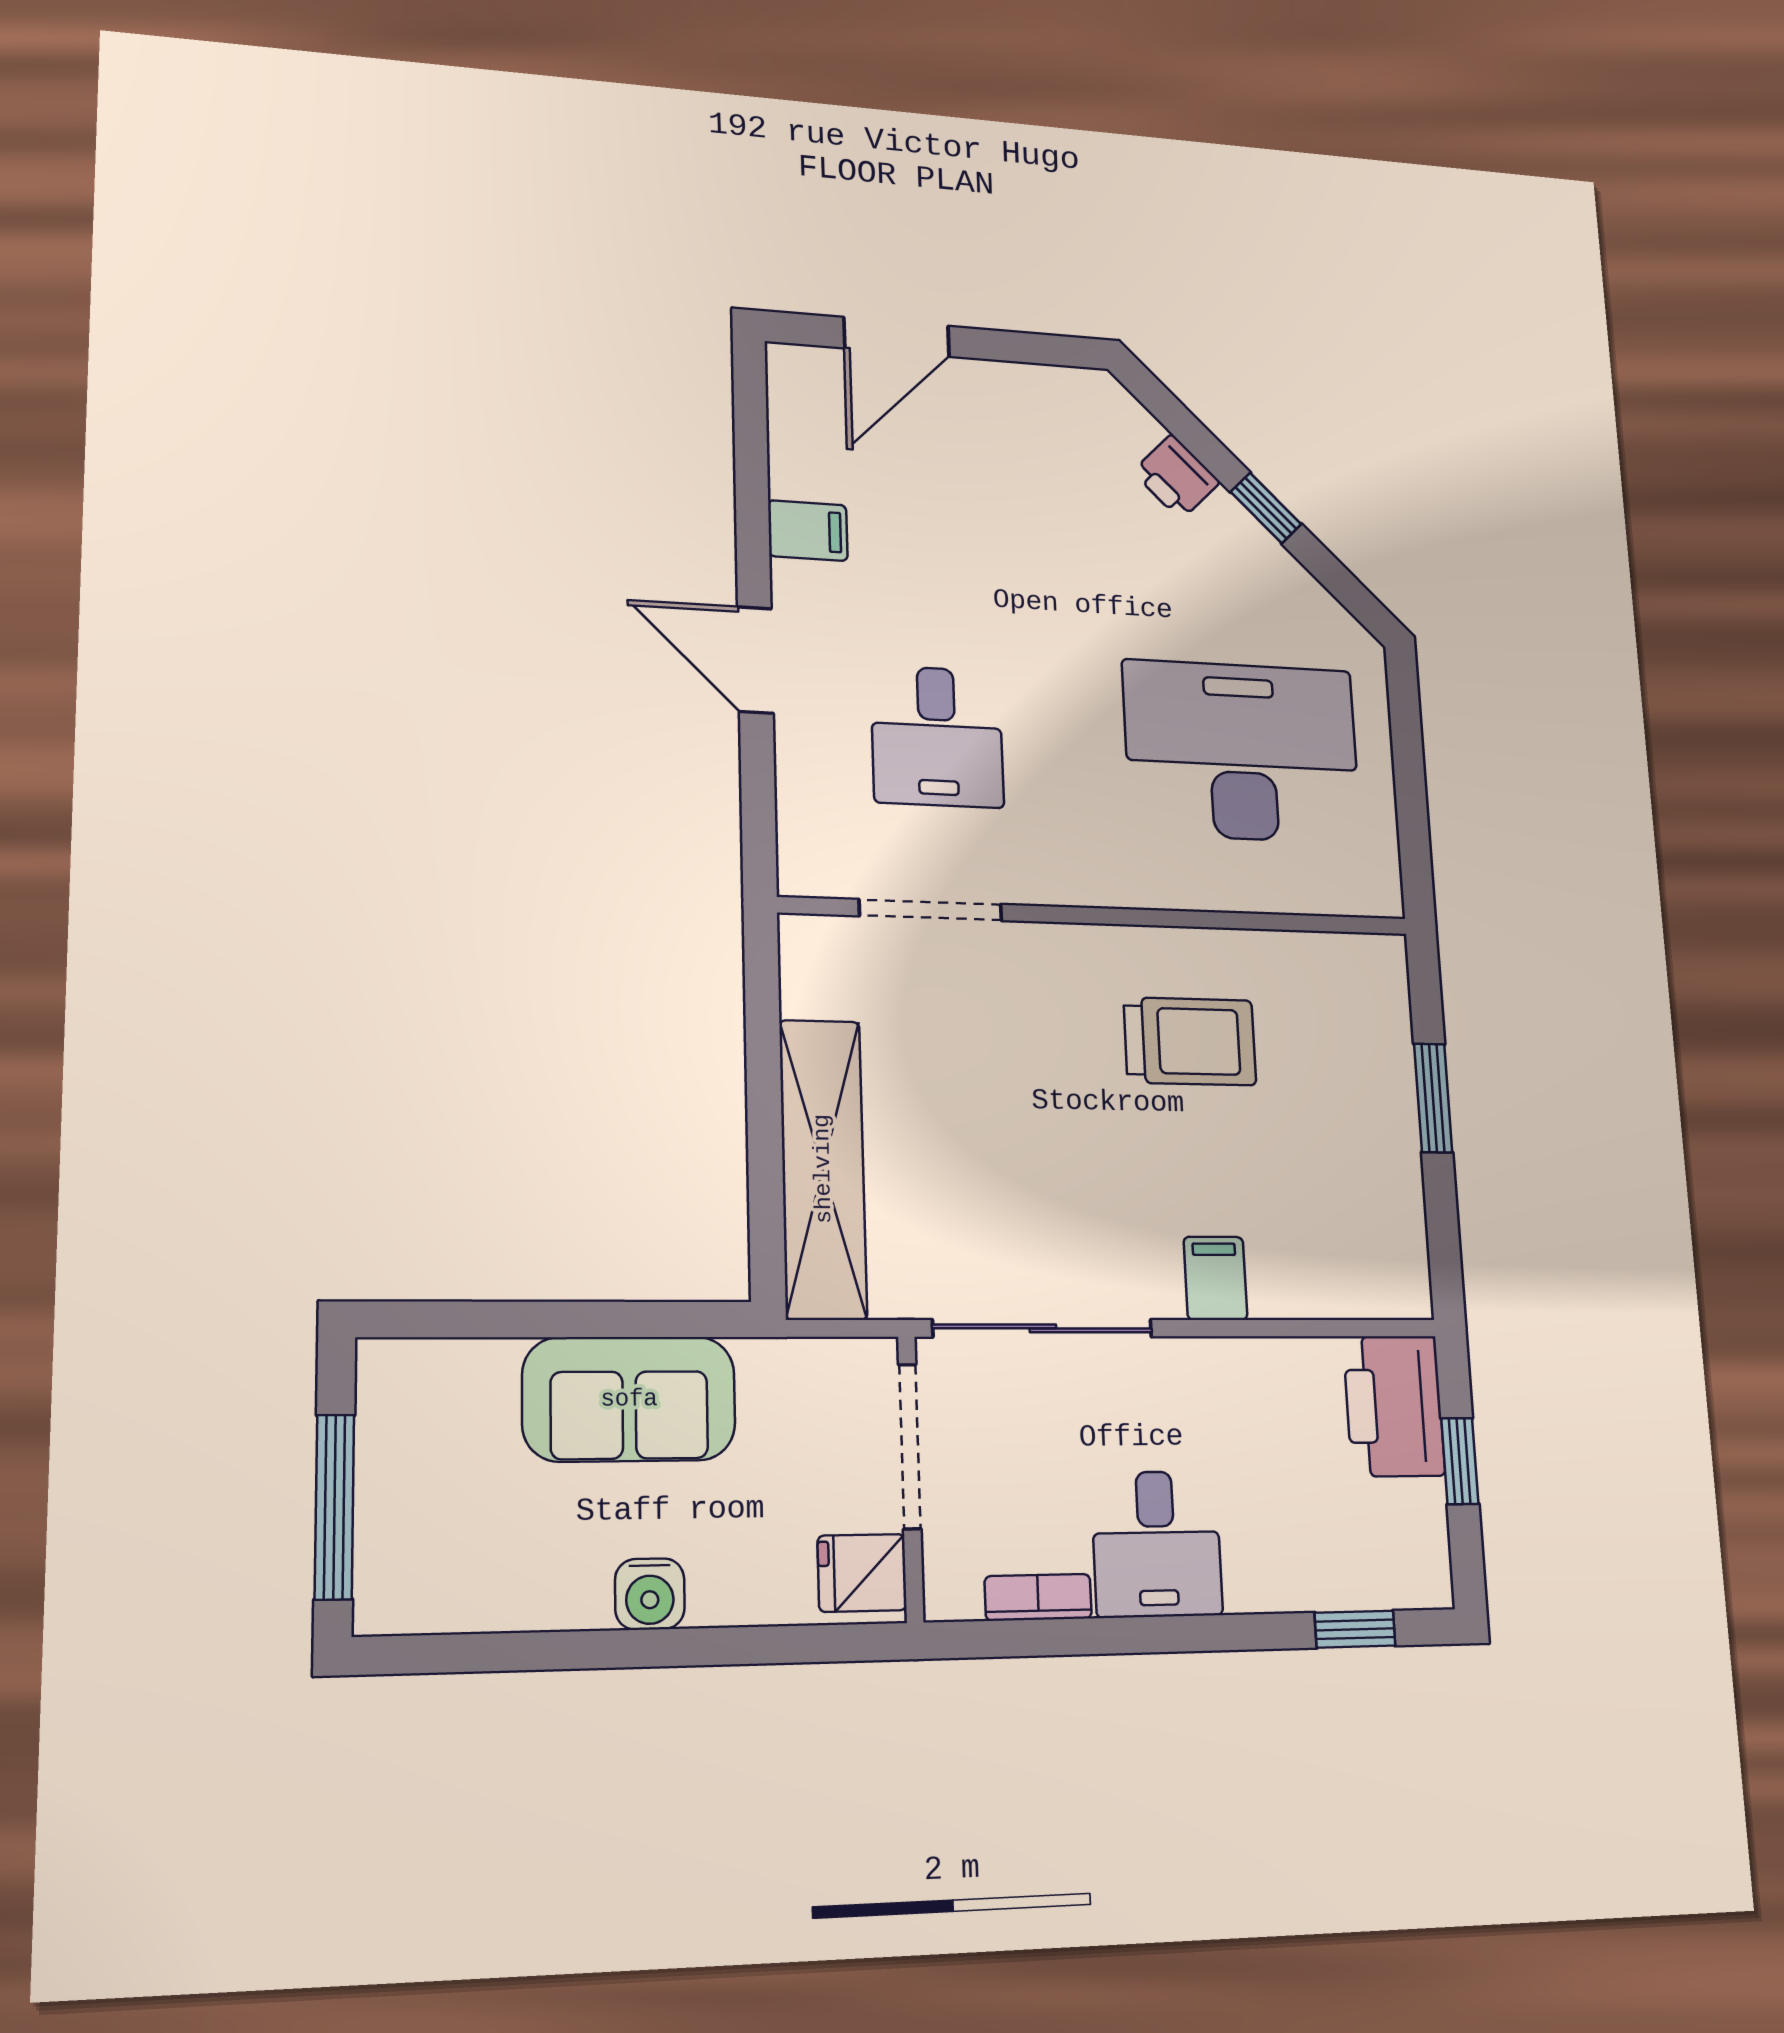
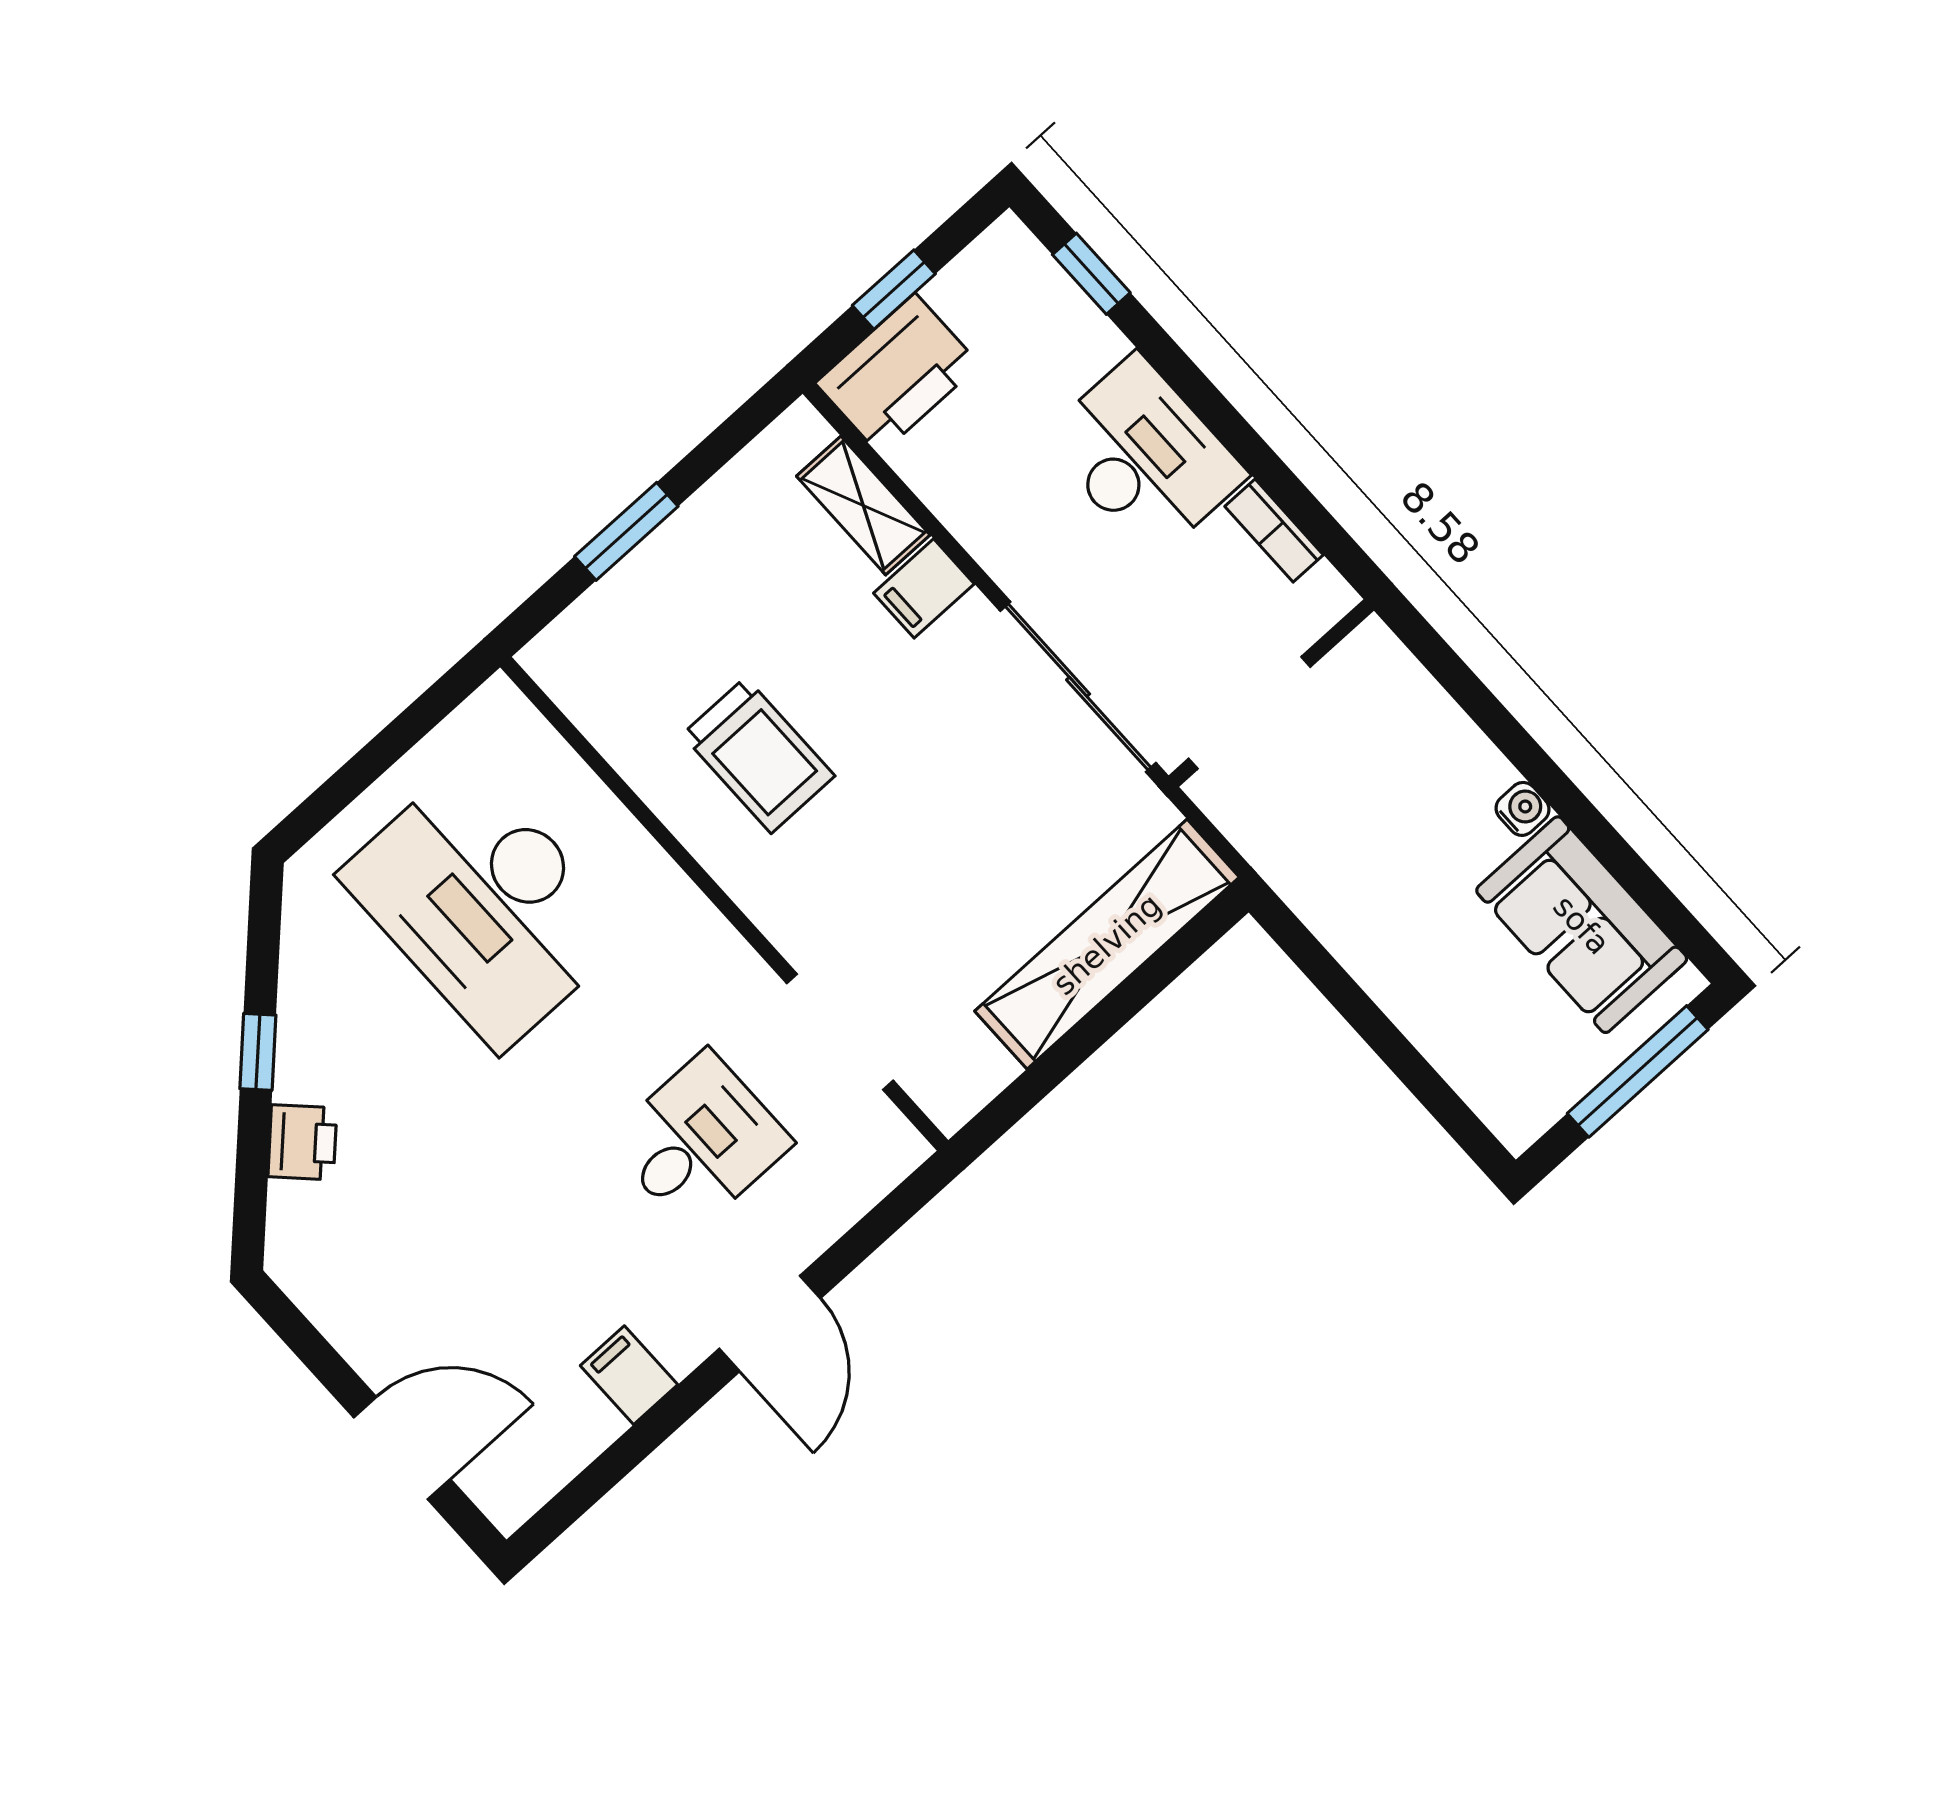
trolley: (1190, 1041) -> (758, 755), turned 180
shelving: (1315, 1290) -> (863, 505), added
sofa: (629, 1399) -> (1582, 925), moved, turned 180
desk: (1157, 1544) -> (1144, 457), width x1.37
fridge: (862, 1573) -> (1367, 672), removed
water cooler: (650, 1594) -> (1523, 809), width x0.72, depth x0.72

